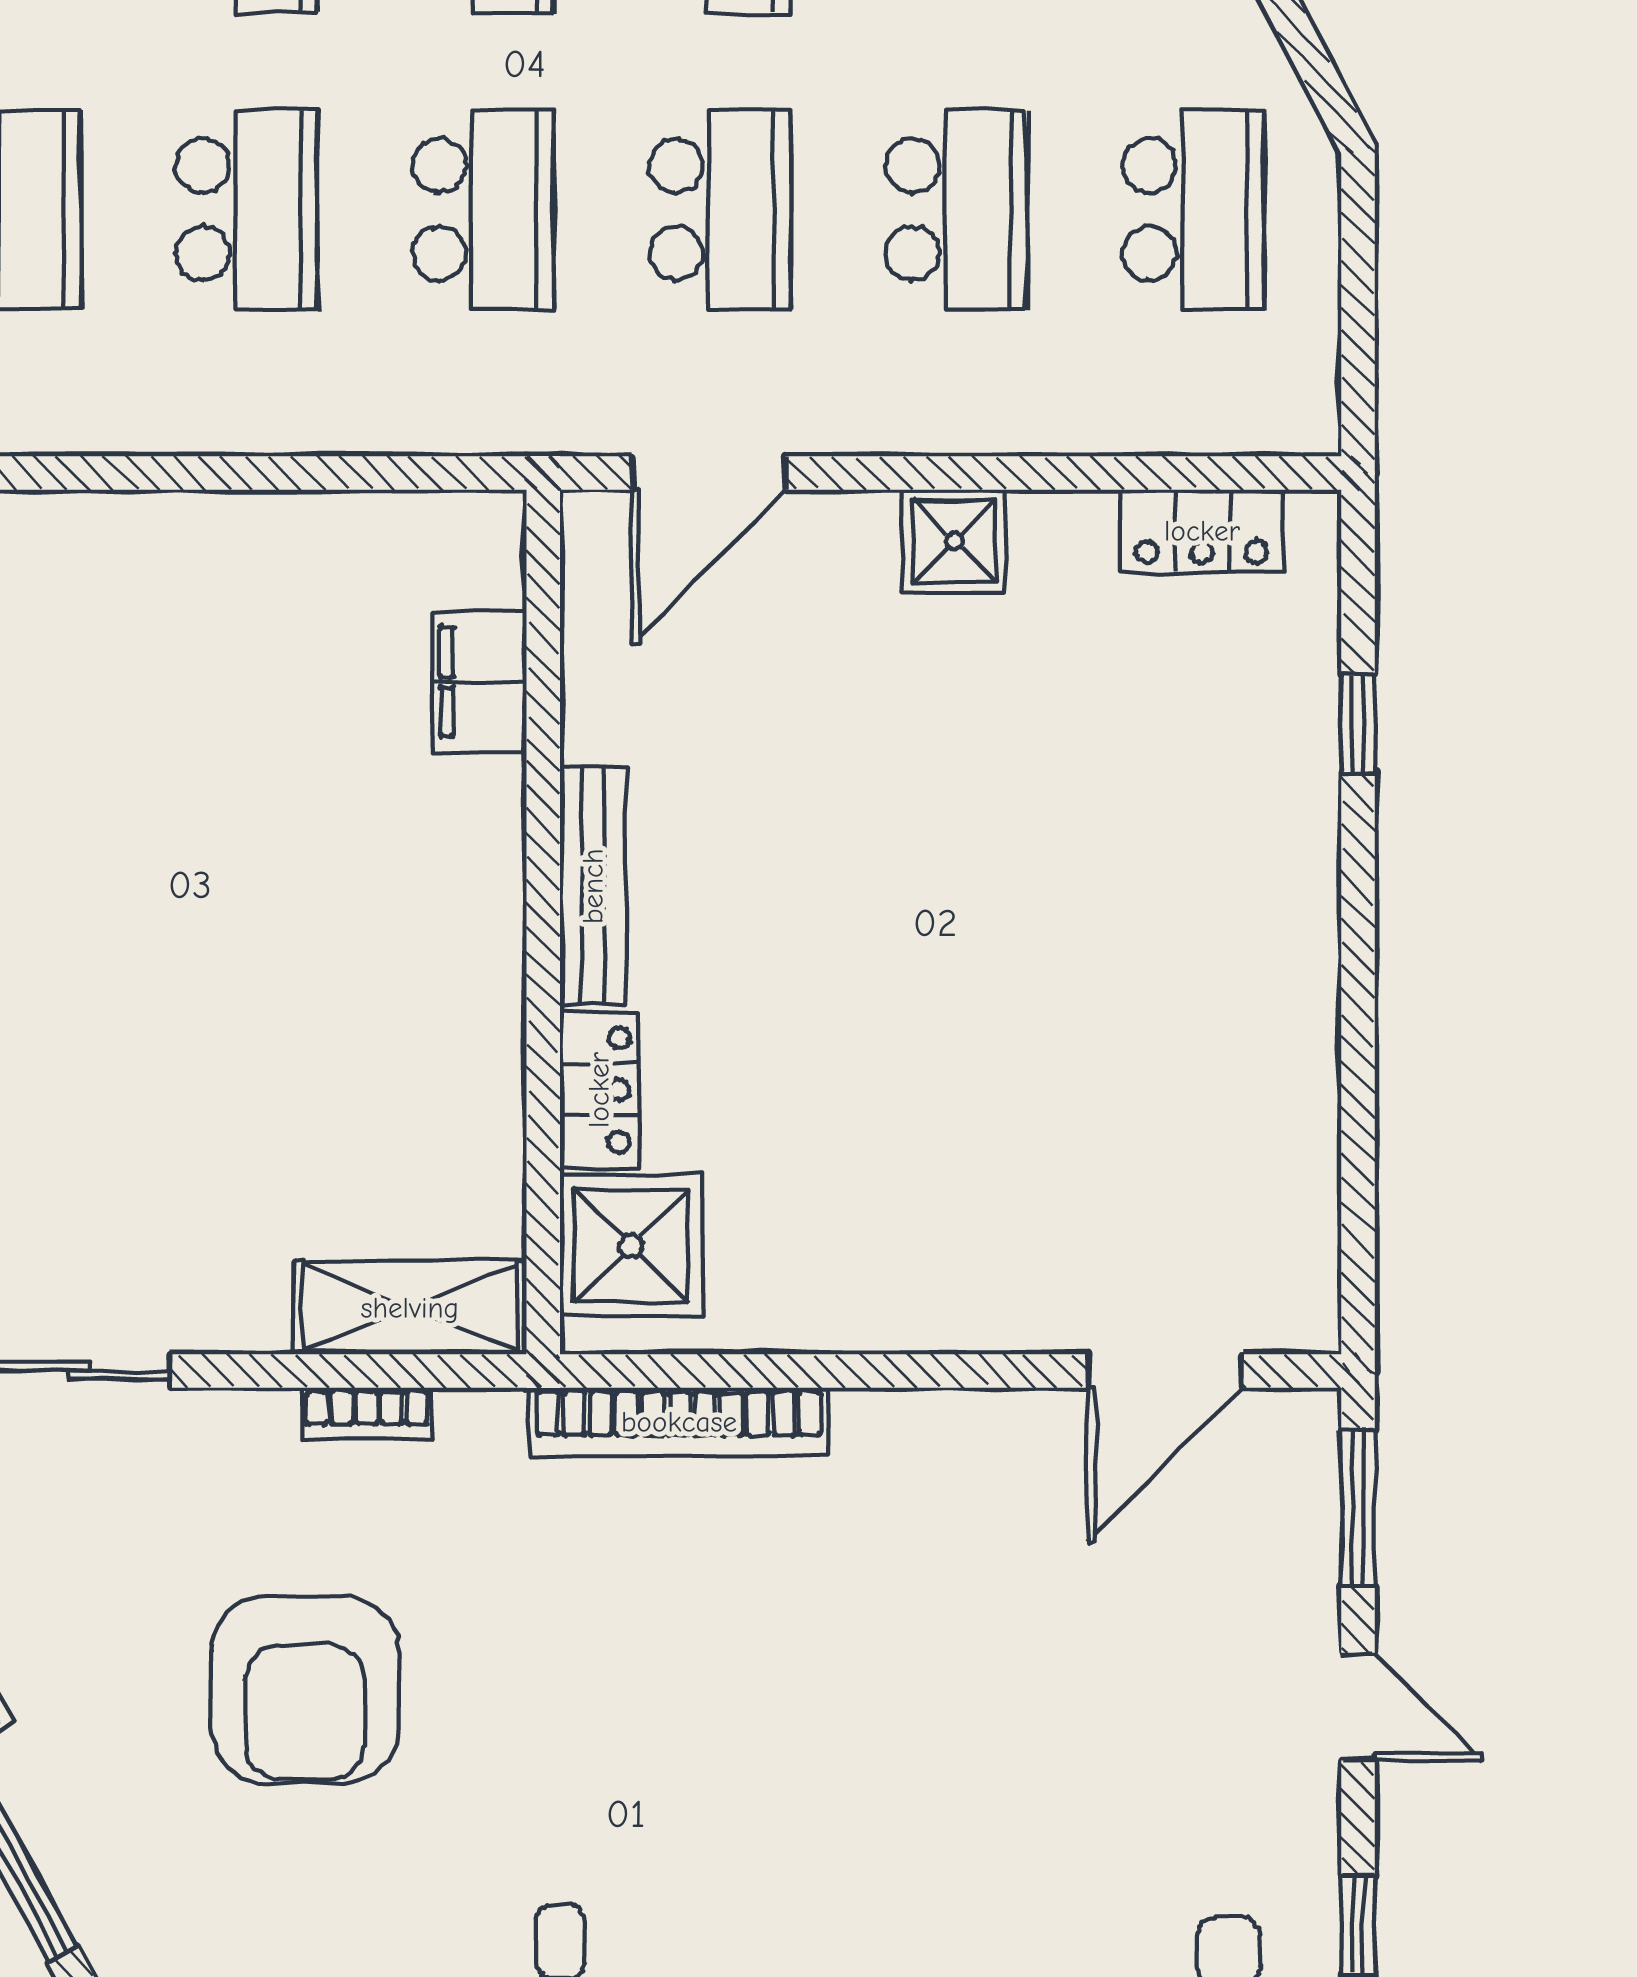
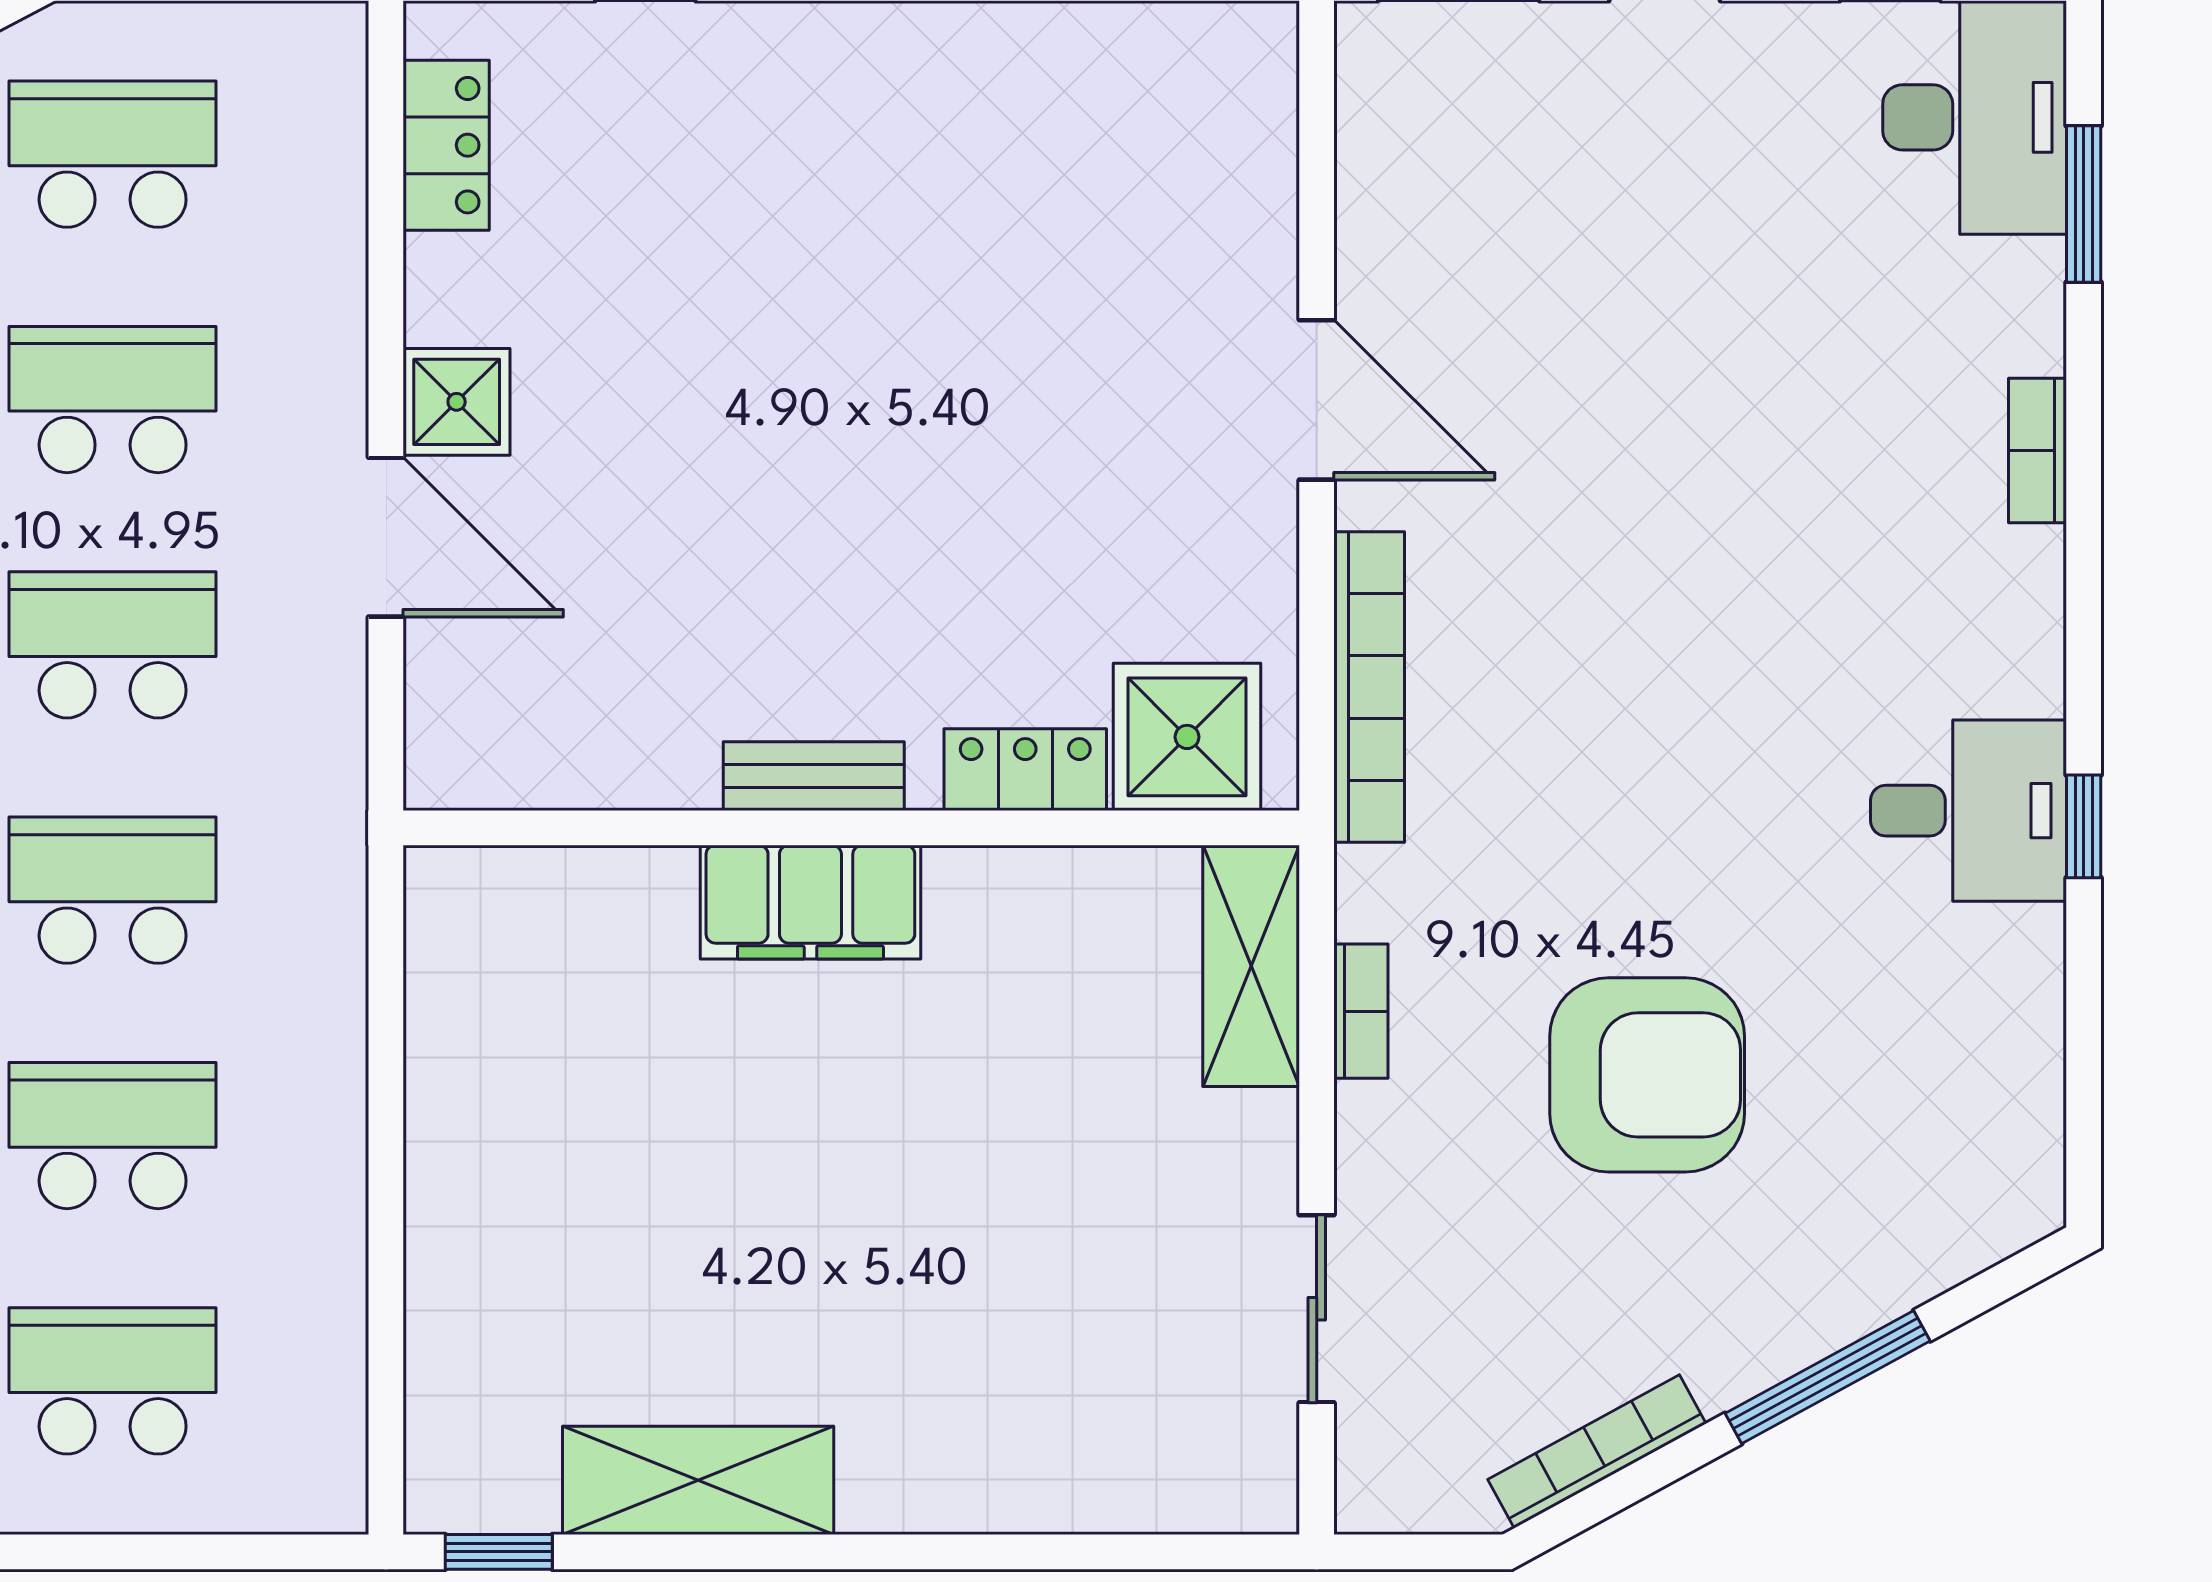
door: (709, 473) -> (386, 537), moved
filing cabinet: (479, 682) -> (810, 902), moved, width x1.50, depth x1.17
bench: (593, 886) -> (814, 776), width x0.73
door: (1165, 1371) -> (1317, 400), moved

